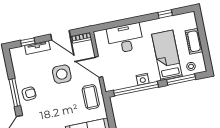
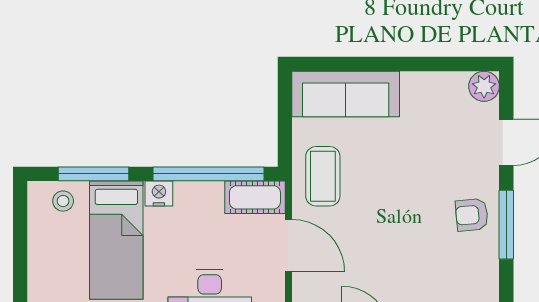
cot: (194, 41) -> (255, 197), moved, turned 90
side table: (62, 74) -> (382, 246), removed
nightstand: (143, 79) -> (159, 194), moved

